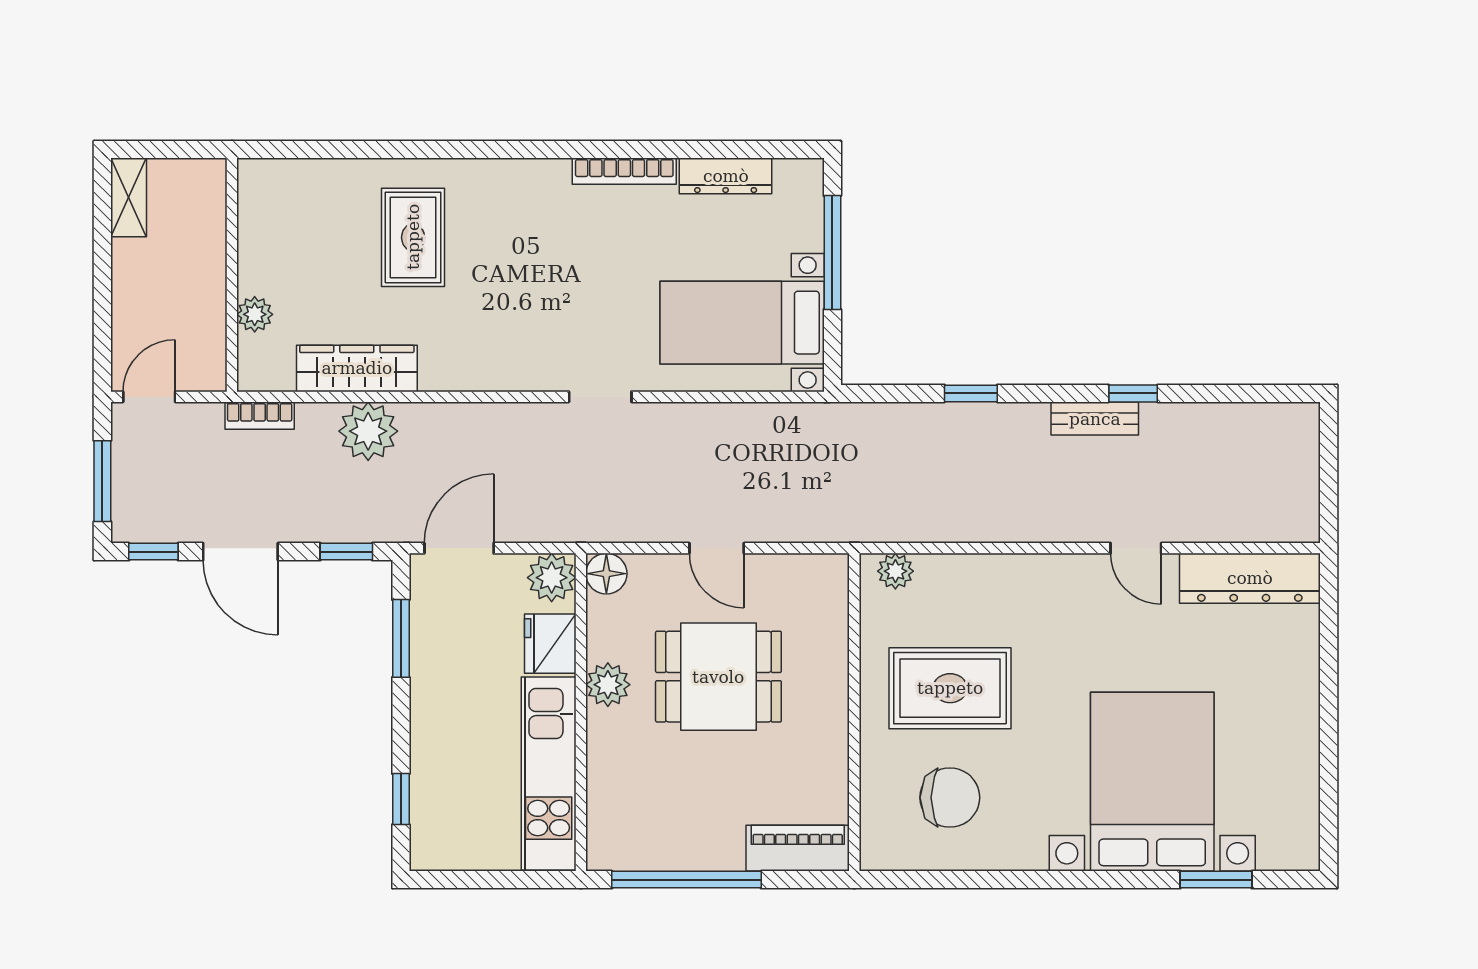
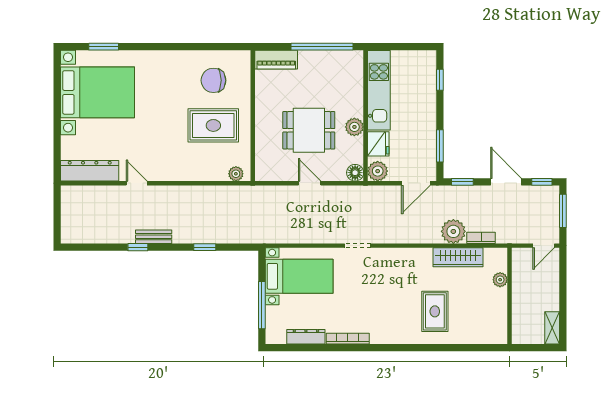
bookcase: (260, 416) -> (481, 238), moved
bed with nightstands: (1152, 782) -> (98, 92), moved, turned -90

